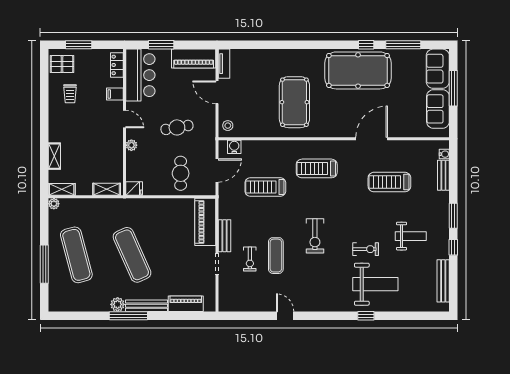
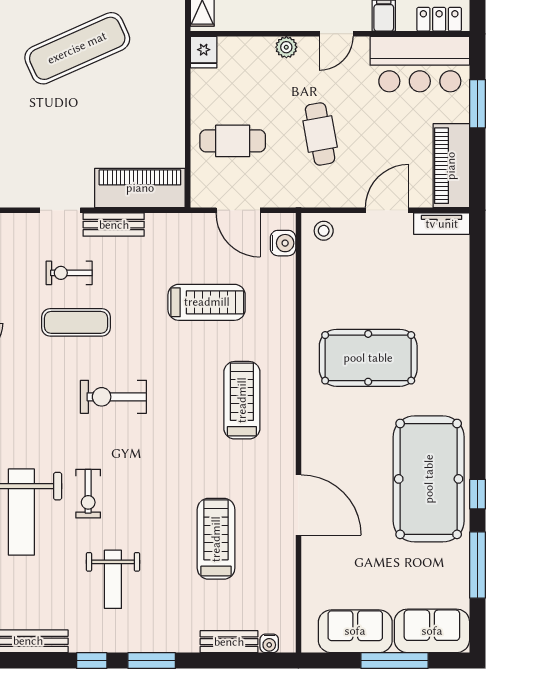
treadmill: (265, 187) -> (207, 302), turned 90

